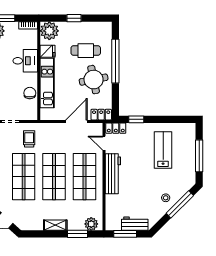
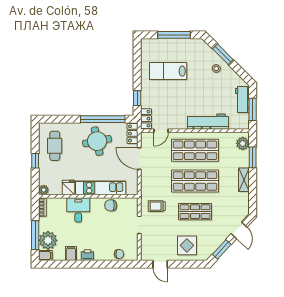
plant: (49, 31) -> (44, 190), width x0.53, depth x0.53
cafe table: (86, 51) -> (55, 146), moved
window: (115, 61) -> (103, 119), moved
workbench: (113, 174) -> (208, 122), moved
shop shelf: (24, 177) -> (195, 212), width x0.70, depth x0.74
window: (180, 204) -> (223, 54), width x0.69

